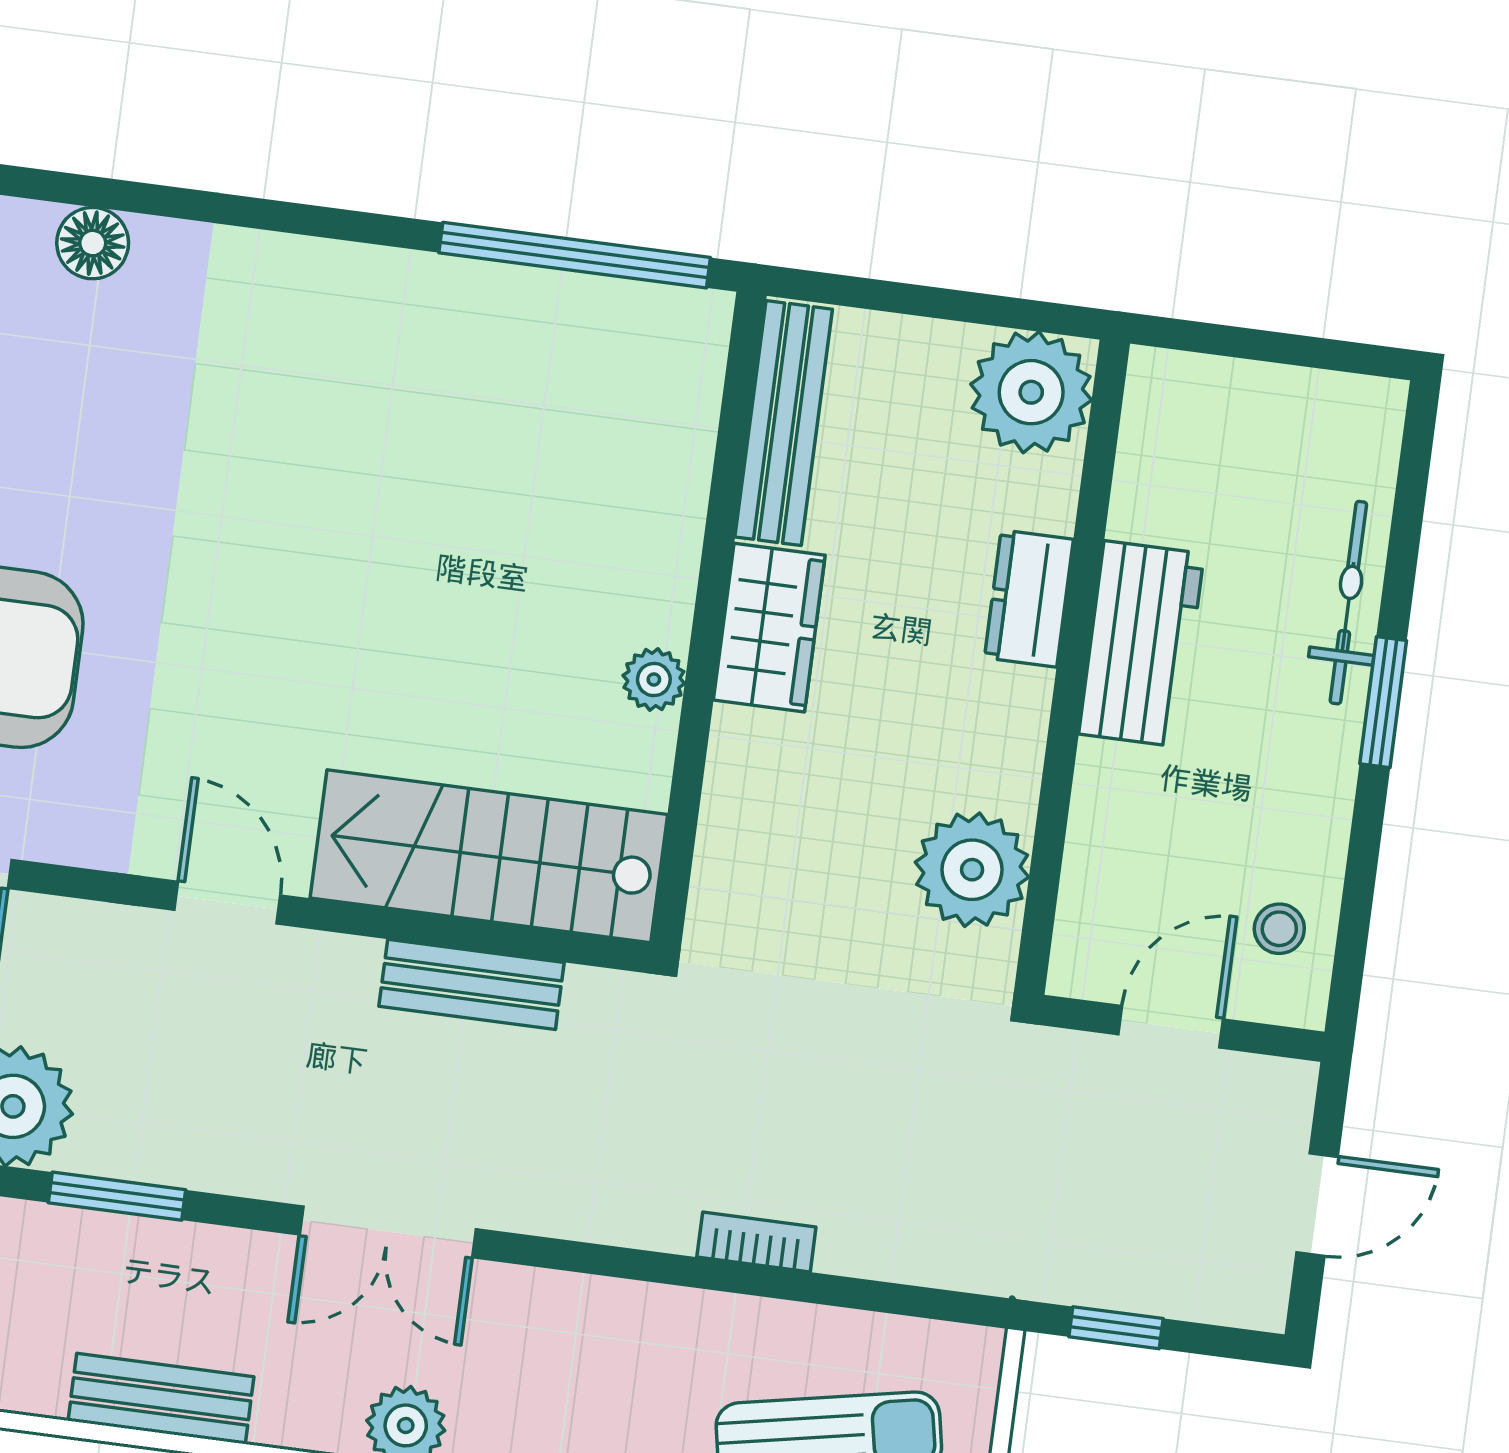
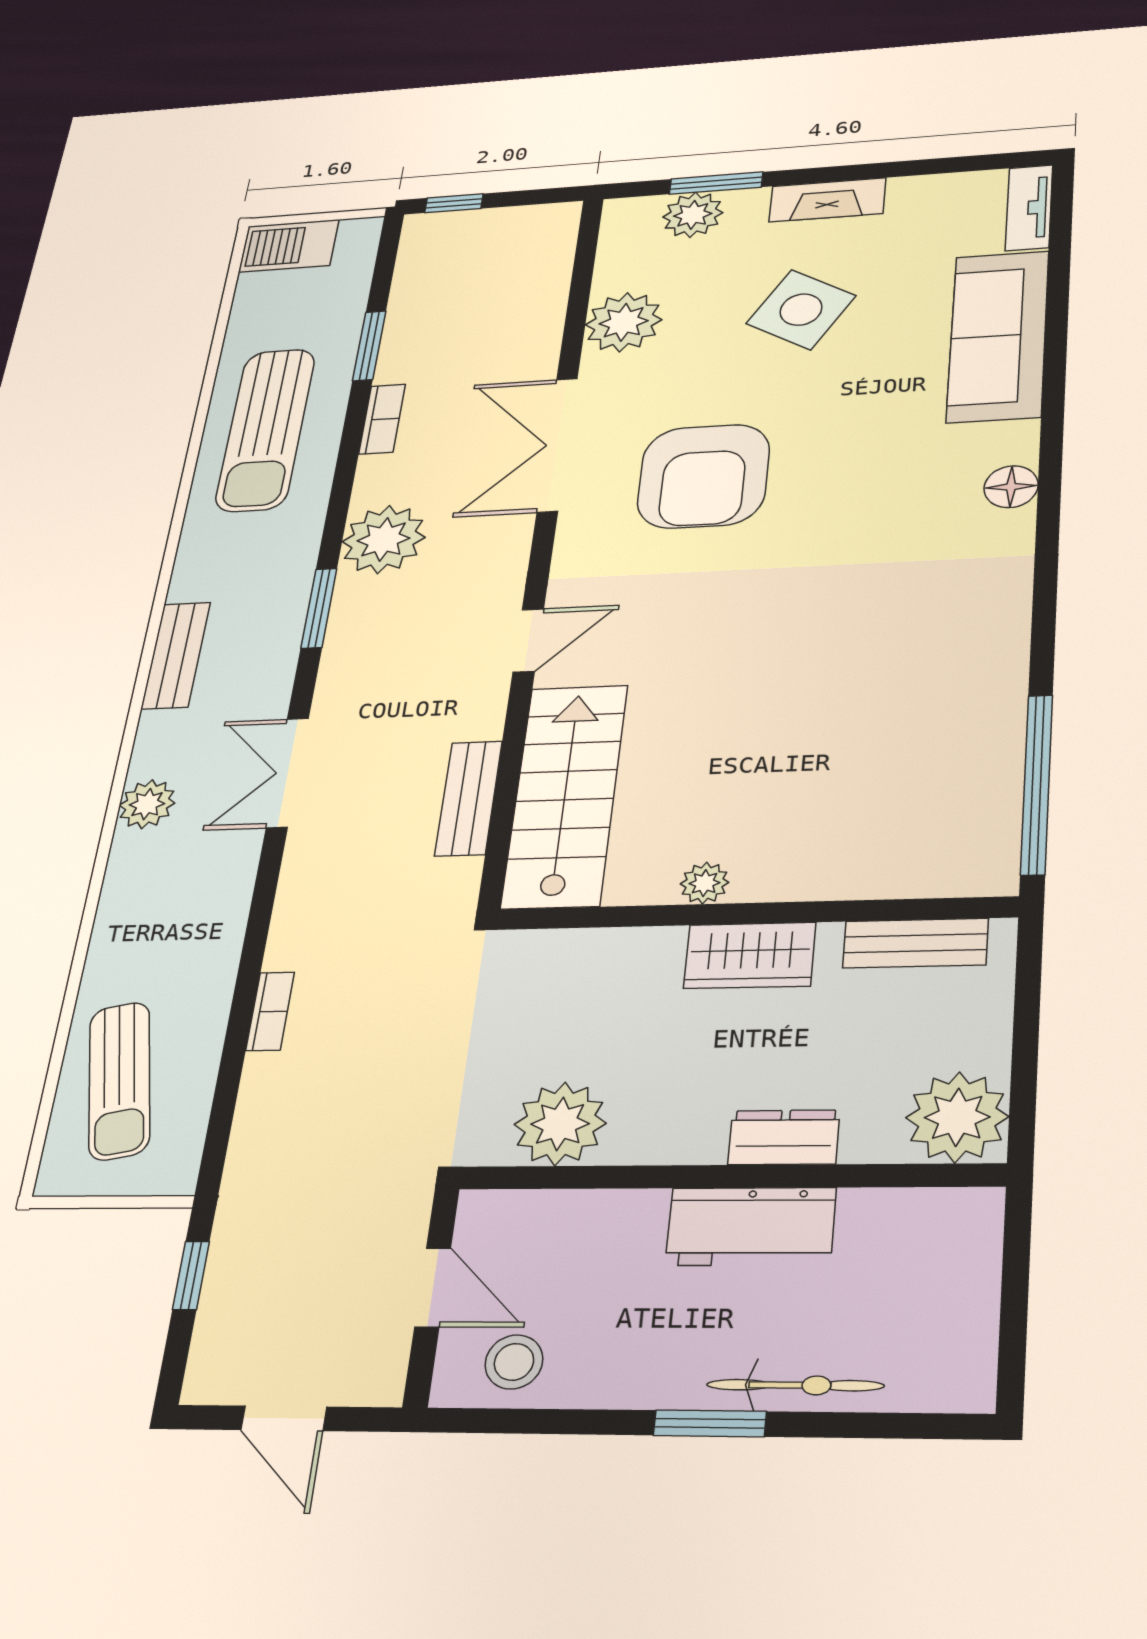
bench: (784, 423) -> (915, 943), width x0.73
stool: (1279, 929) -> (514, 1362), width x1.37, depth x1.37

